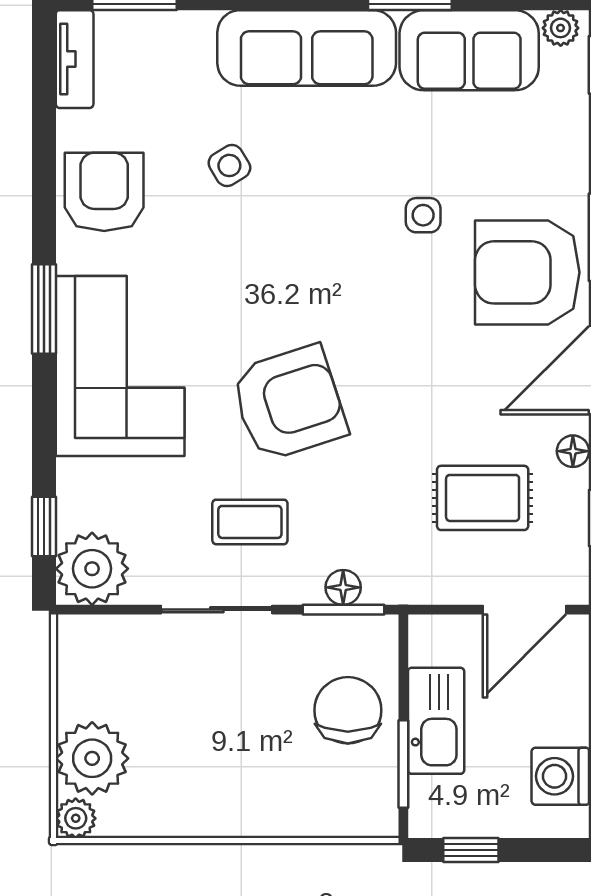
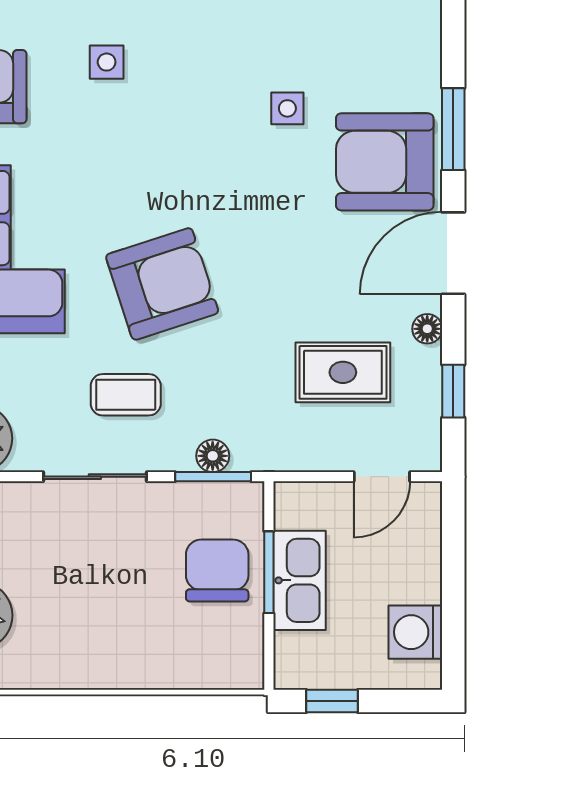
side table: (229, 165) -> (107, 62), turned 31
door: (524, 610) -> (382, 477), width x0.73
window: (403, 764) -> (269, 572), moved

